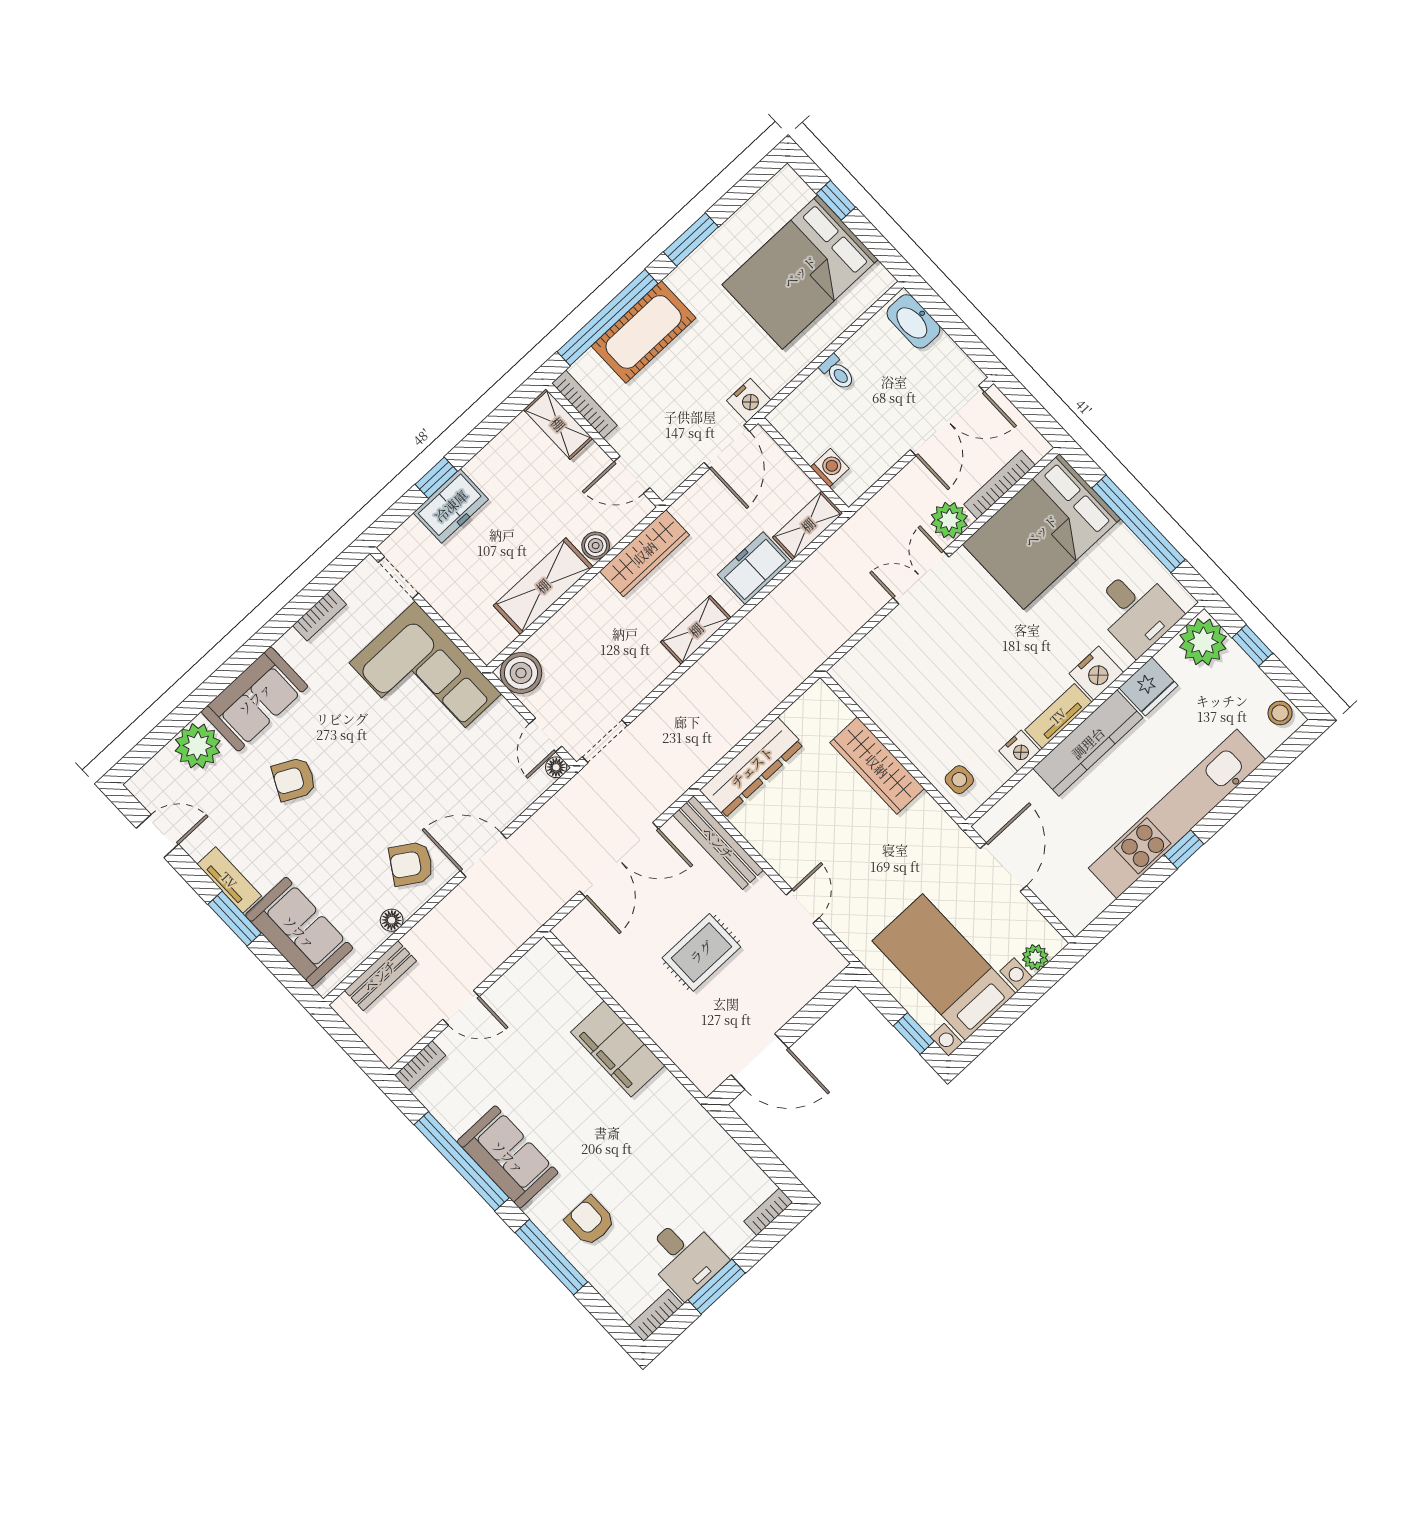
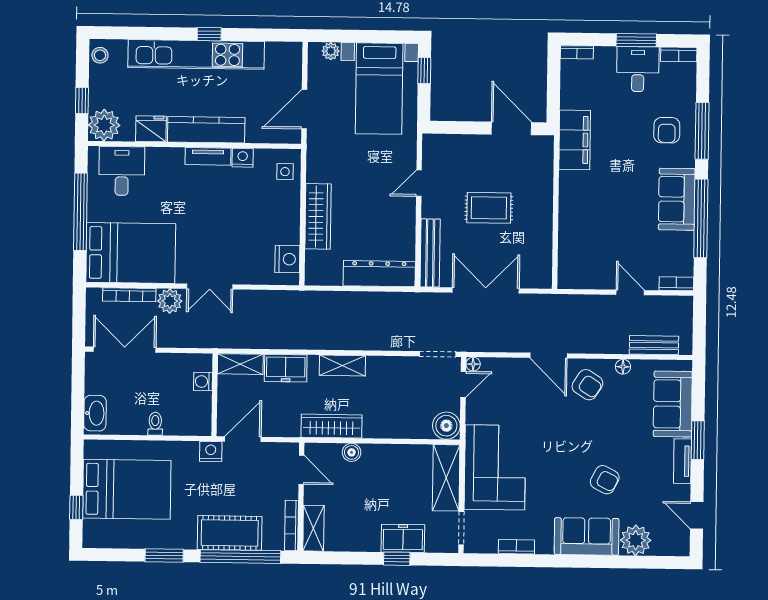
shelving: (543, 586) -> (446, 478), moved, turned 90
nightstand: (1096, 673) -> (287, 259), moved, turned 90
filing cabinet: (618, 1049) -> (575, 140), moved

